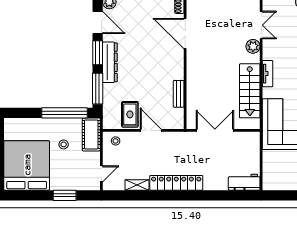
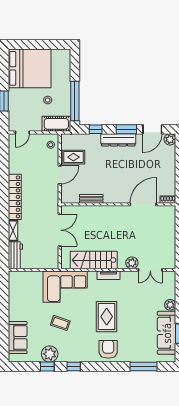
window: (98, 89) -> (96, 129), width x0.46
door: (101, 174) -> (22, 132), hinge flipped
shelving: (137, 185) -> (13, 231), moved

